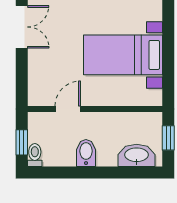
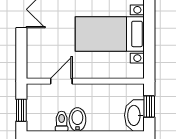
toilet: (35, 155) -> (62, 121), moved
washbasin: (137, 155) -> (134, 115), moved, turned -90

